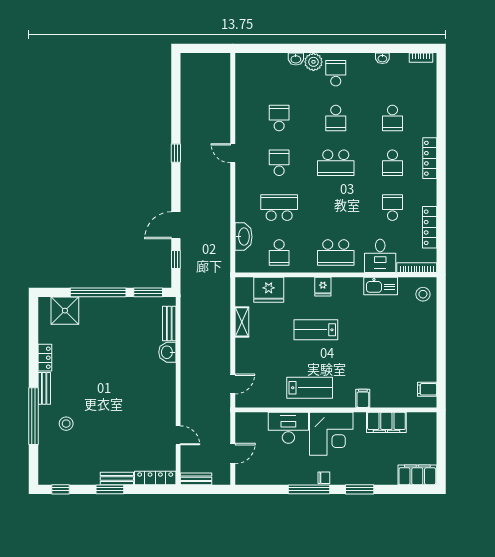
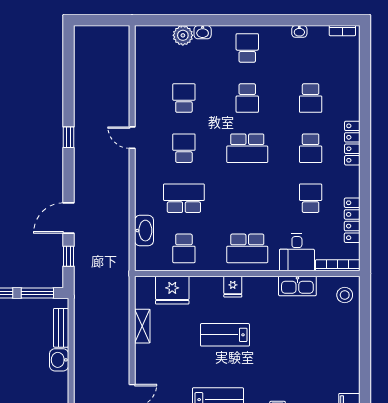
plant: (313, 62) -> (183, 35), moved

